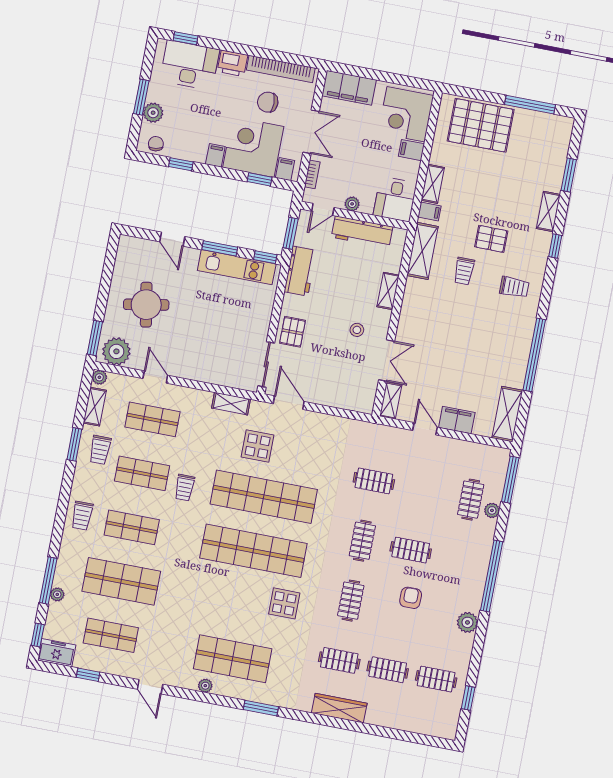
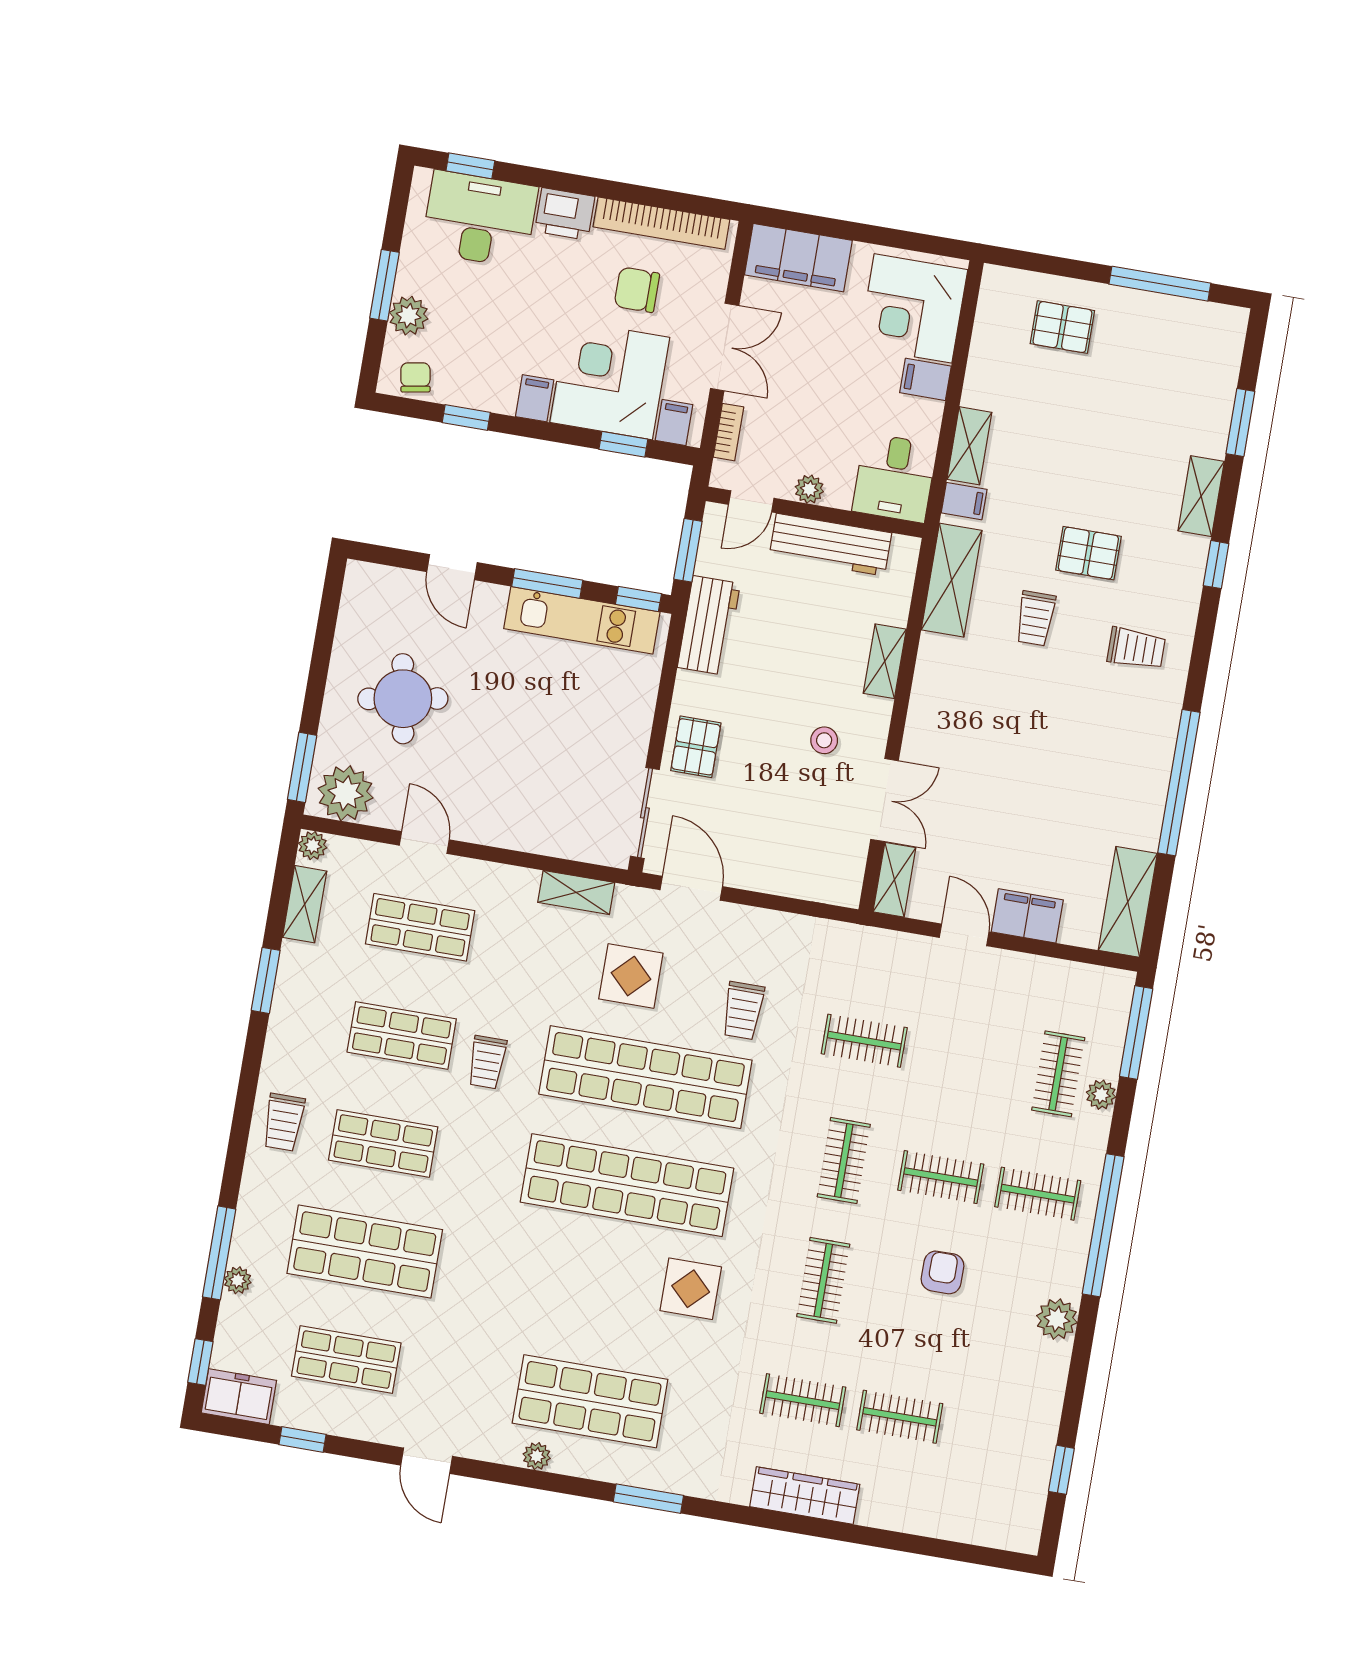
pallet: (481, 125) -> (1062, 327), width x0.49, depth x0.50
trolley: (100, 450) -> (743, 1011), moved
clothes rail: (436, 679) -> (1038, 1194), moved

